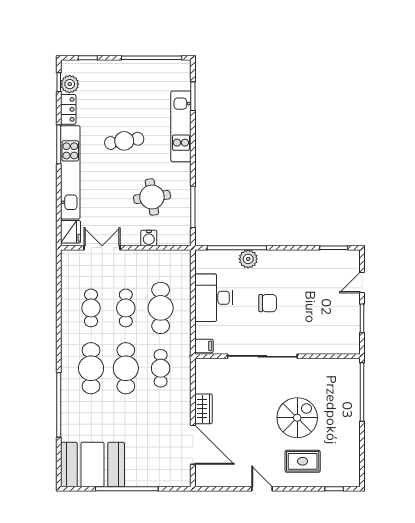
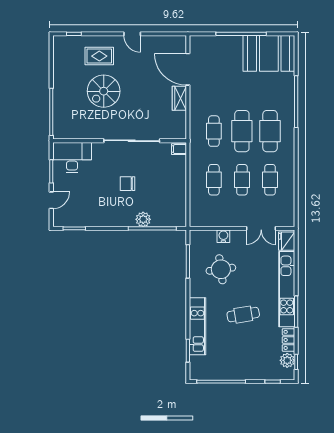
desk: (213, 298) -> (72, 157), moved, turned -90
cafe table: (161, 308) -> (214, 180), width x0.73, depth x0.74

